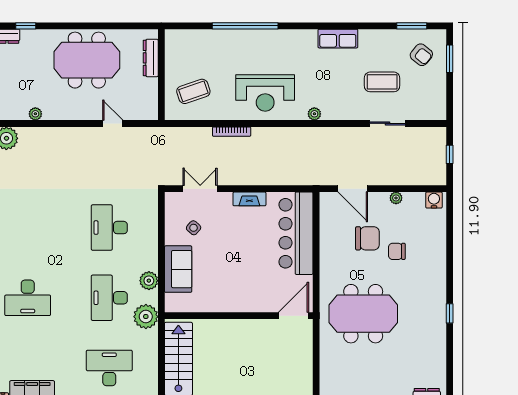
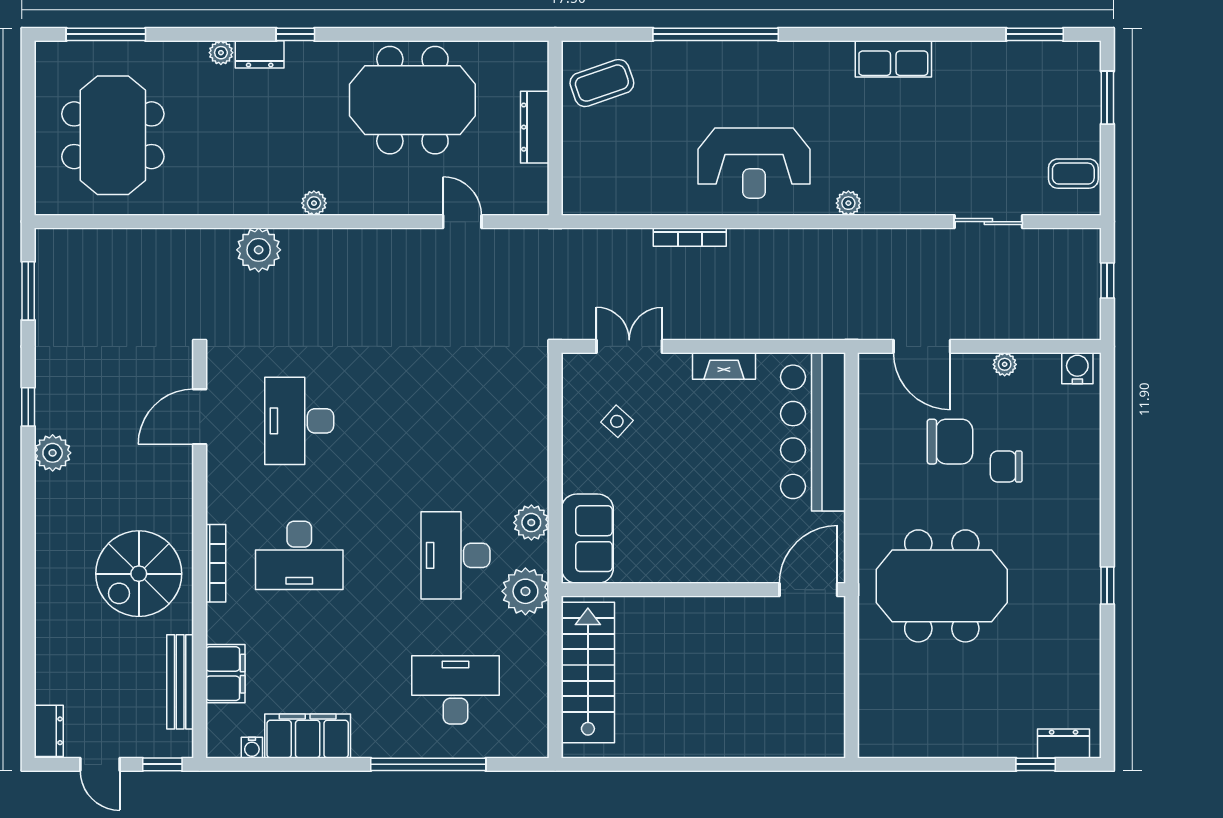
armchair: (421, 55) -> (1053, 90), removed
dresser: (151, 58) -> (535, 127), moved
coffee table: (382, 82) -> (1073, 174), moved, width x0.73, depth x0.77
coffee table: (193, 91) -> (602, 83), moved
desk: (109, 228) -> (299, 421), moved
sofa: (178, 269) -> (587, 539), moved

